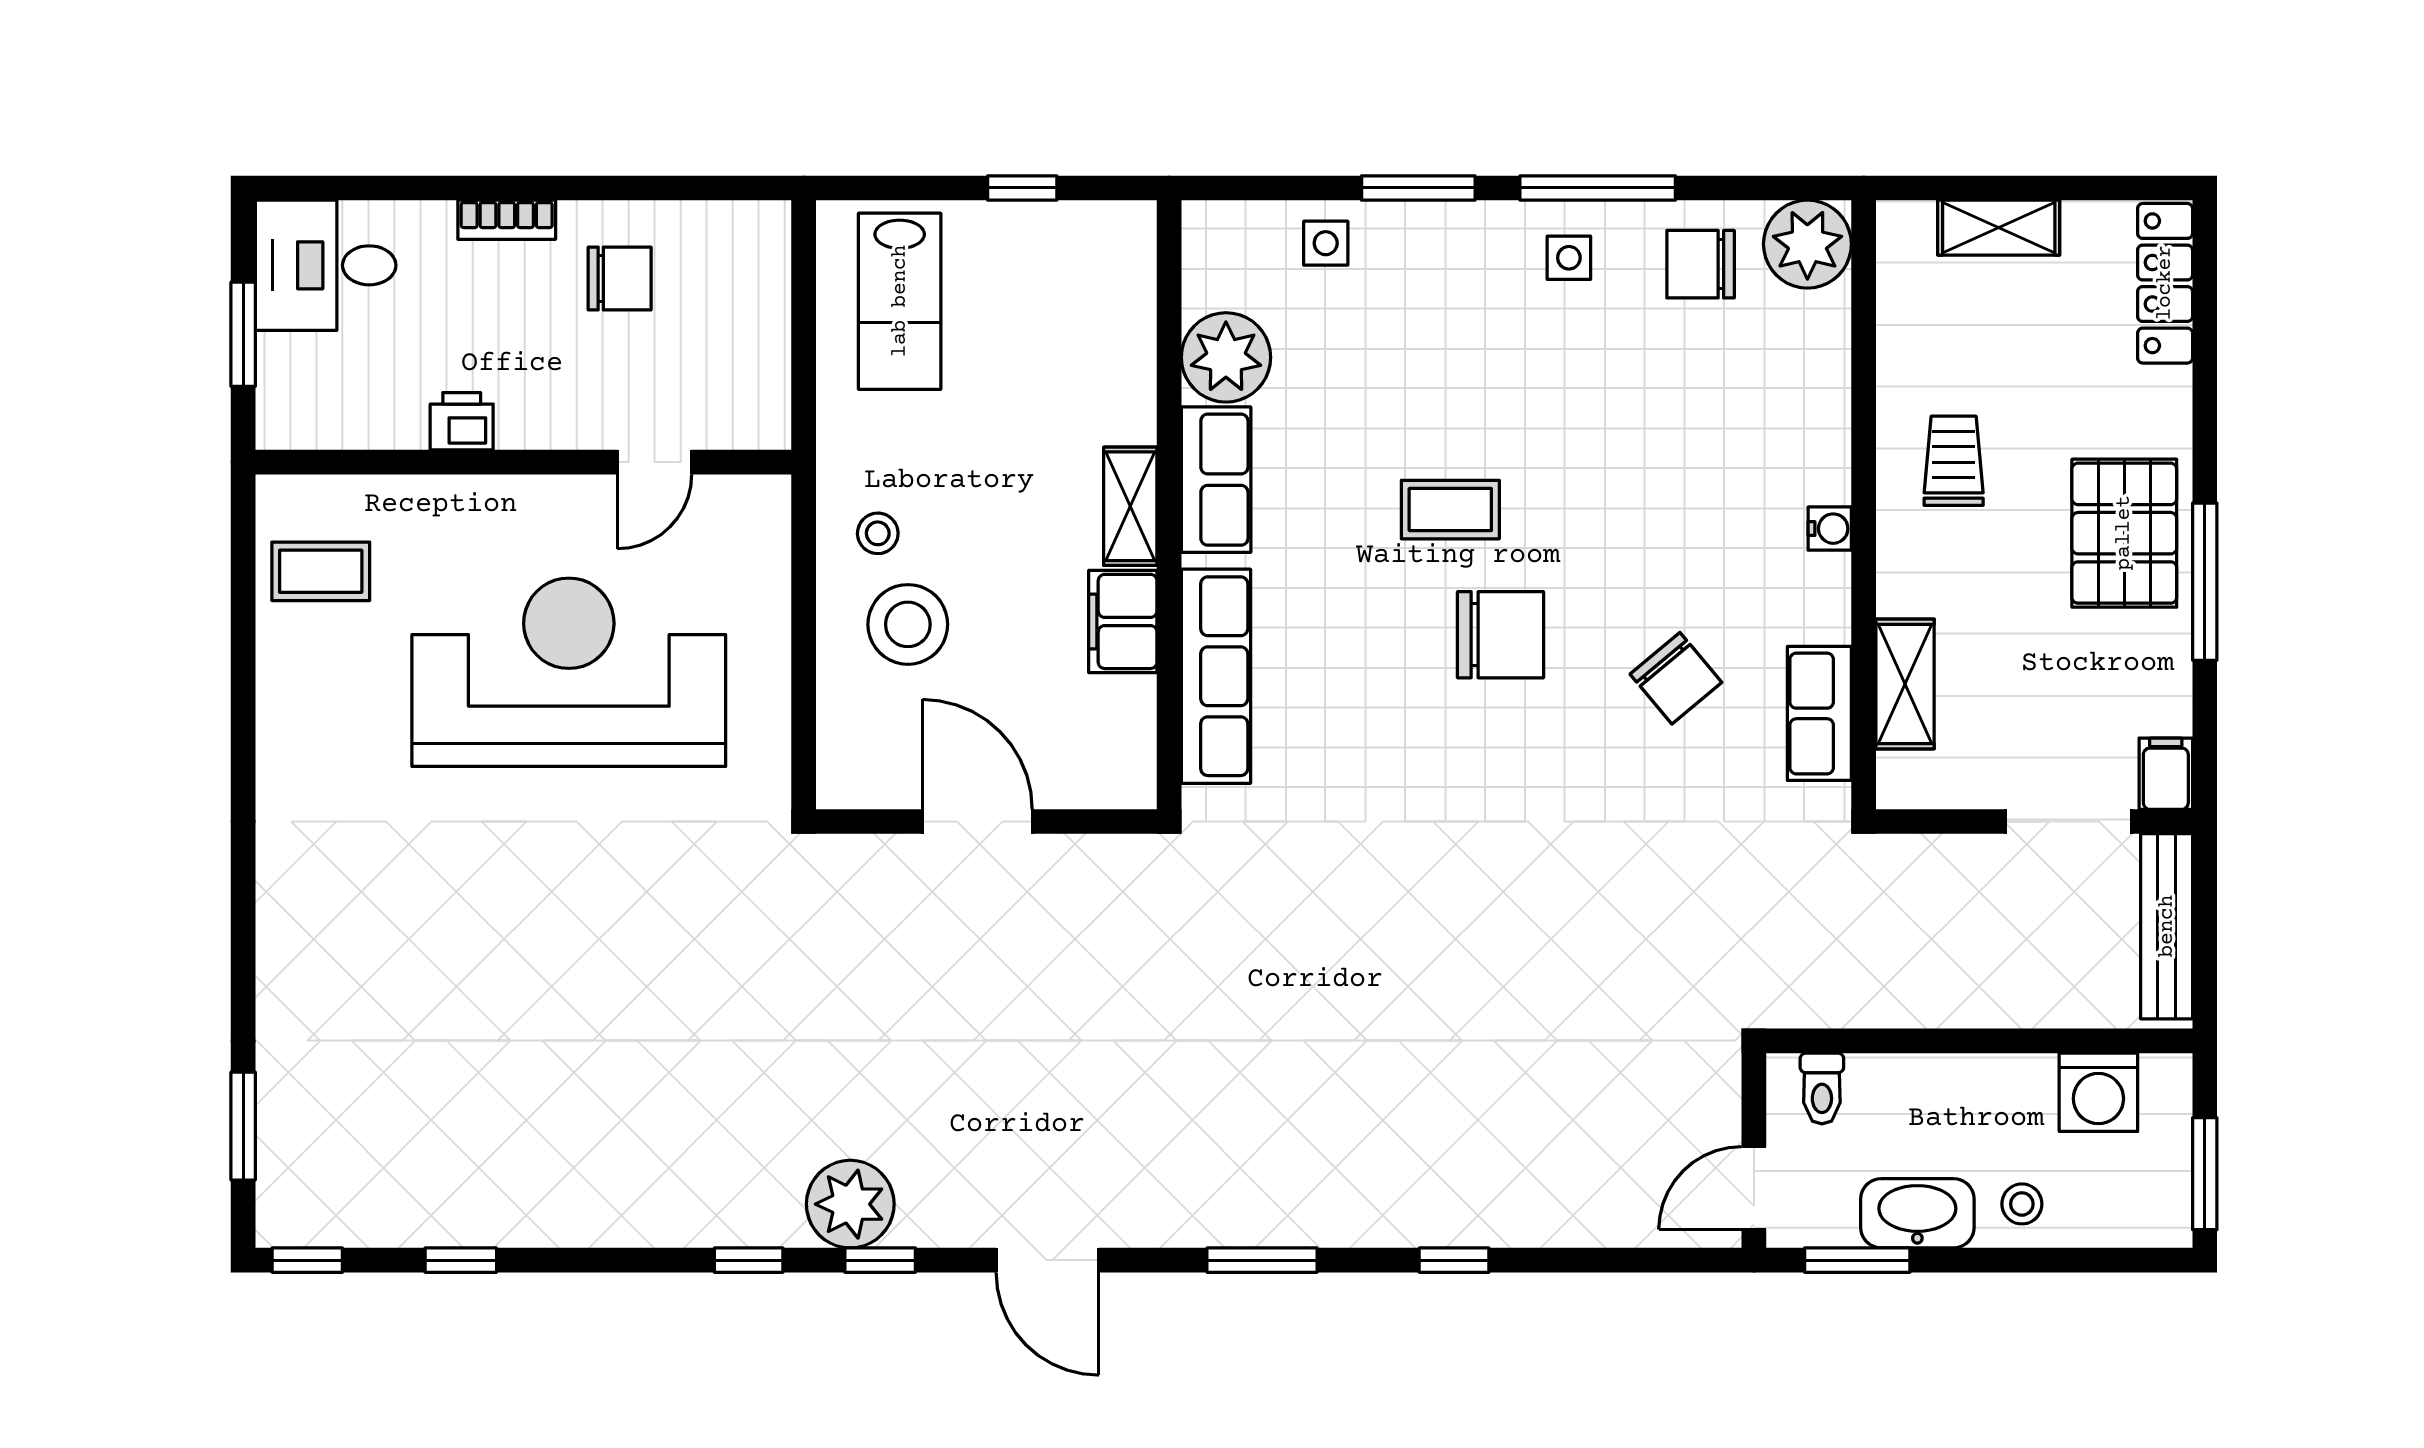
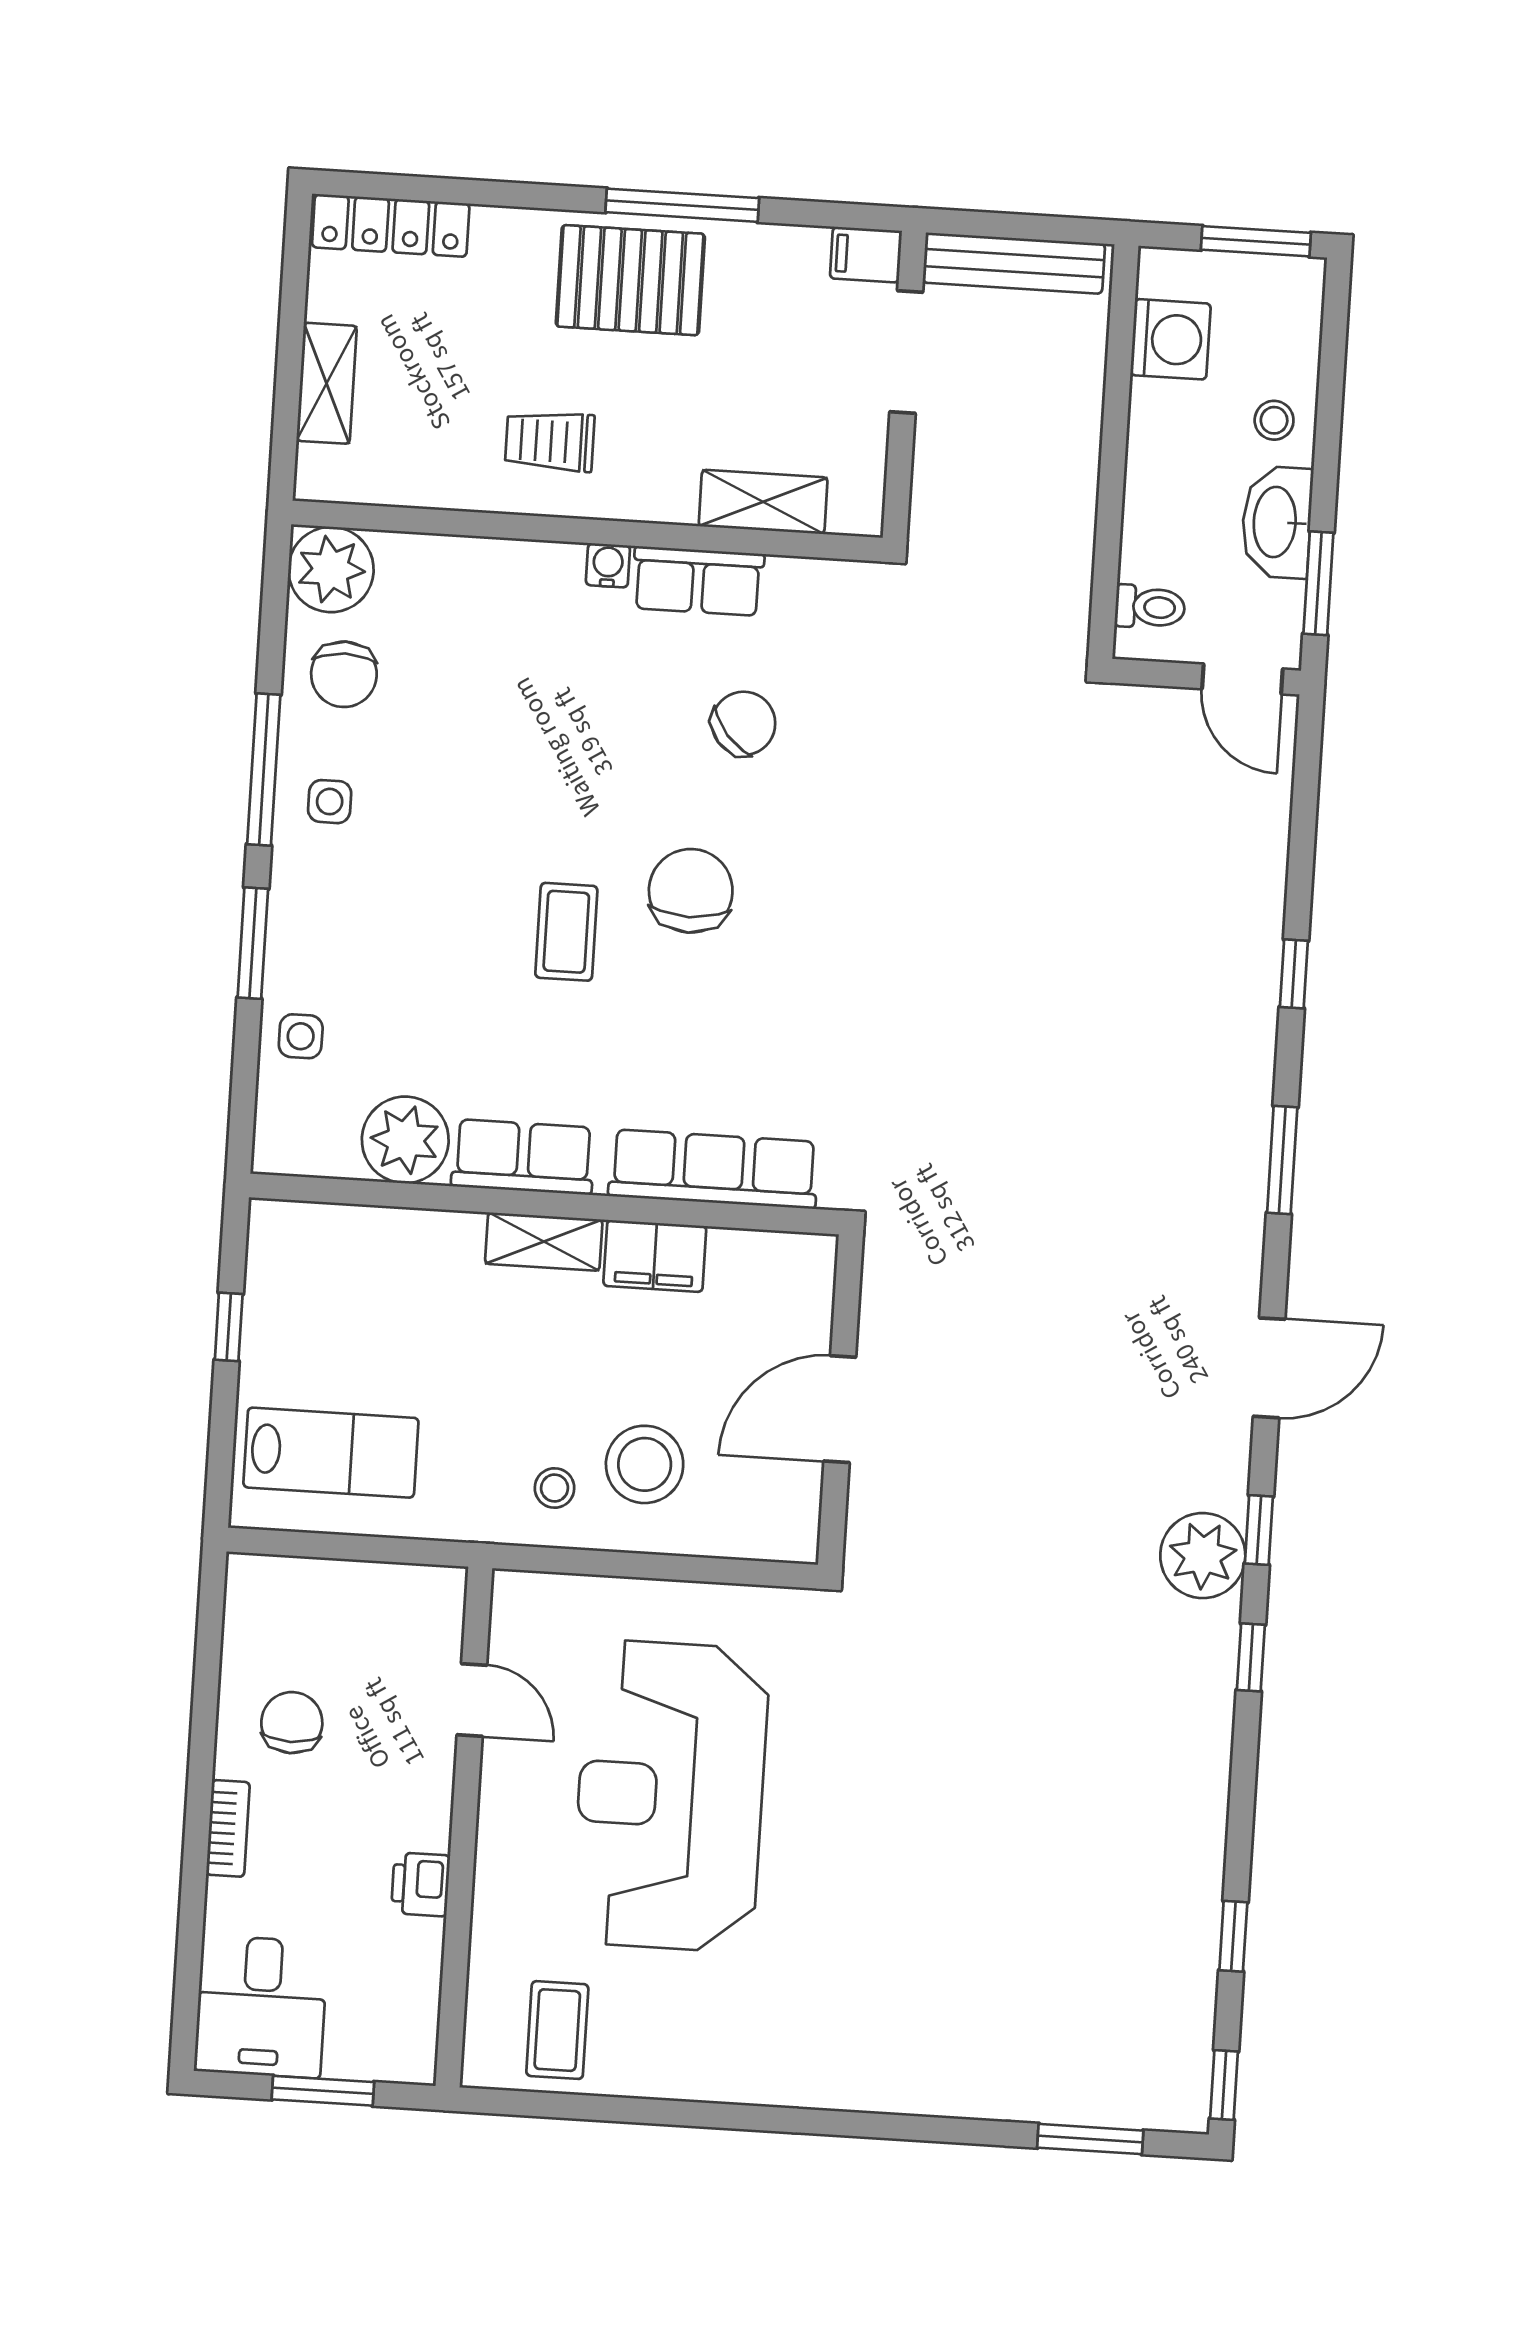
row of seats: (1819, 713) -> (698, 581), moved

